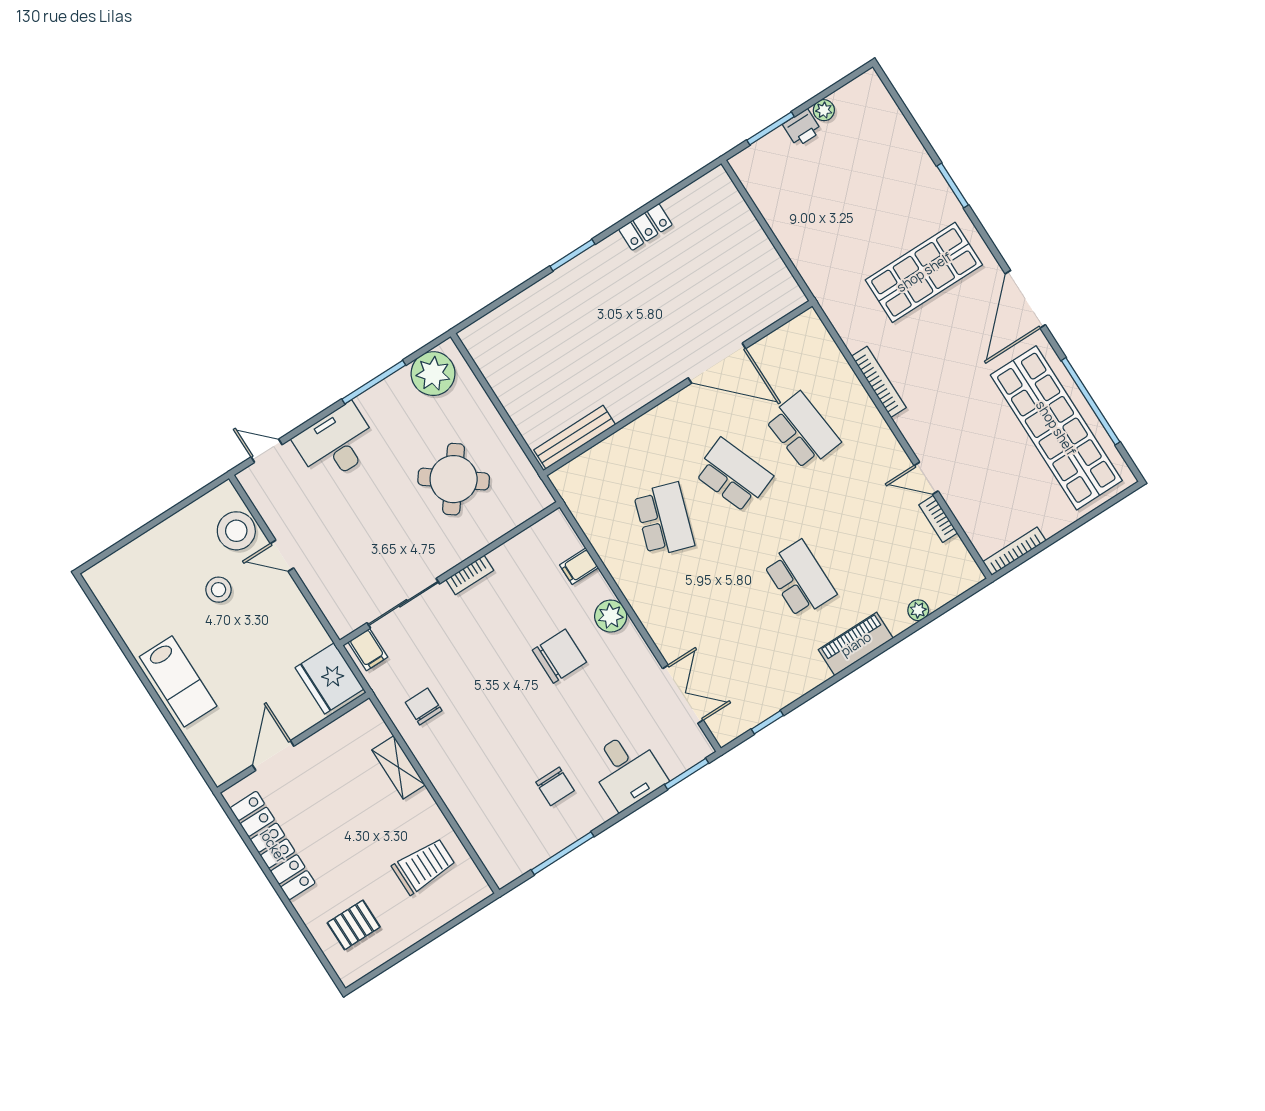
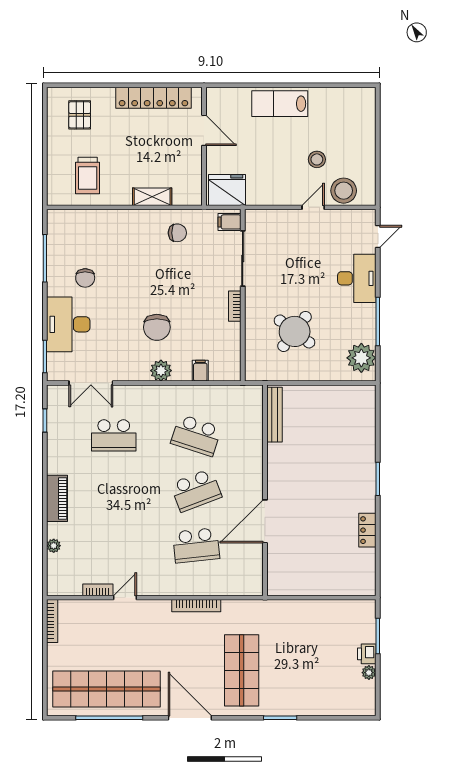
school desk: (800, 579) -> (114, 435), moved
desk: (627, 770) -> (68, 324), width x1.37
chair: (555, 786) -> (85, 278), turned -90

